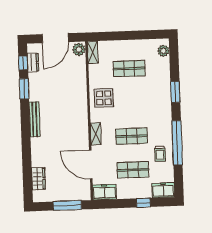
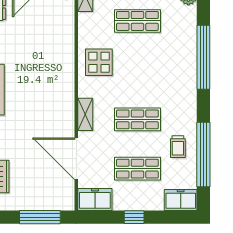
window: (175, 92) -> (203, 57), width x2.11
window: (177, 143) -> (203, 154), moved
window: (143, 203) -> (134, 217), moved

